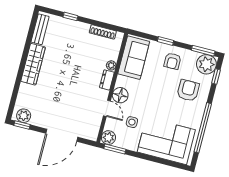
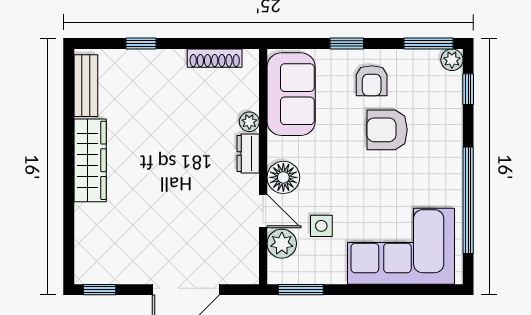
plant: (206, 64) -> (452, 60), width x0.53, depth x0.53
armchair: (188, 90) -> (387, 130), moved, turned -90
plant: (24, 116) -> (98, 270), removed
plant: (108, 138) -> (282, 244), moved

